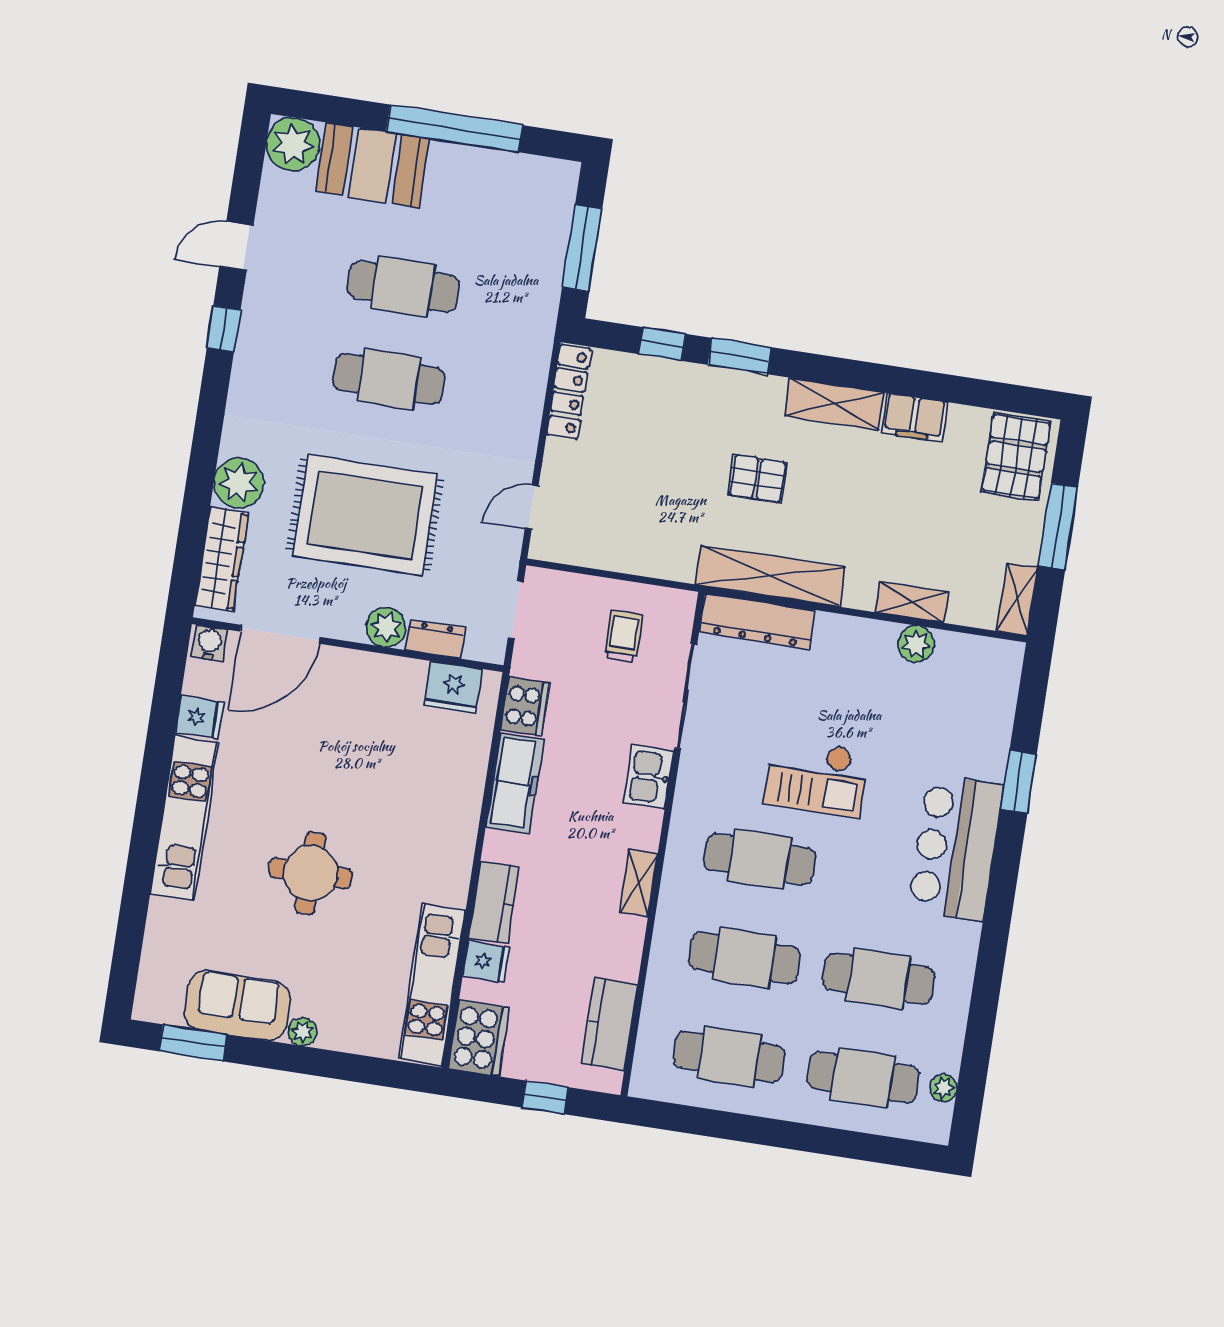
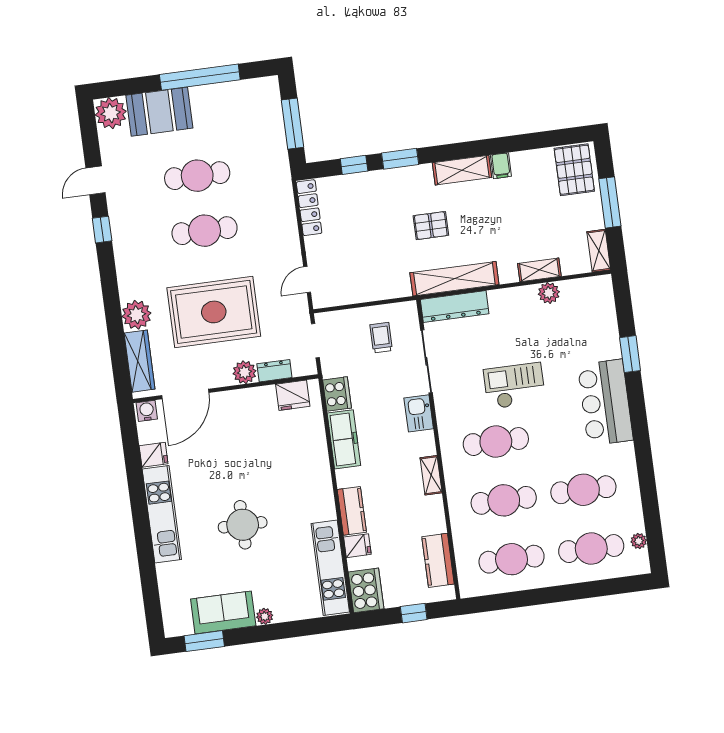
filing cabinet: (914, 417) -> (501, 166), width x0.50
checkout: (816, 778) -> (514, 386), turned 180

